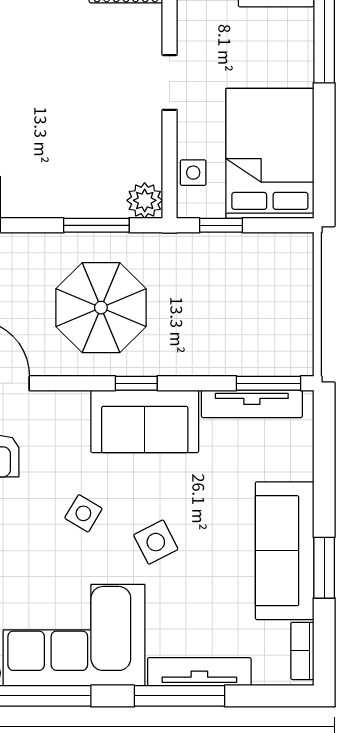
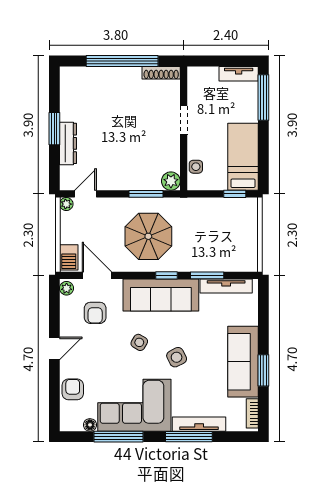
bed: (270, 153) -> (243, 157), width x0.67
window: (221, 225) -> (235, 194), moved
window: (269, 383) -> (207, 275), moved
sofa: (145, 421) -> (161, 295), width x1.36

